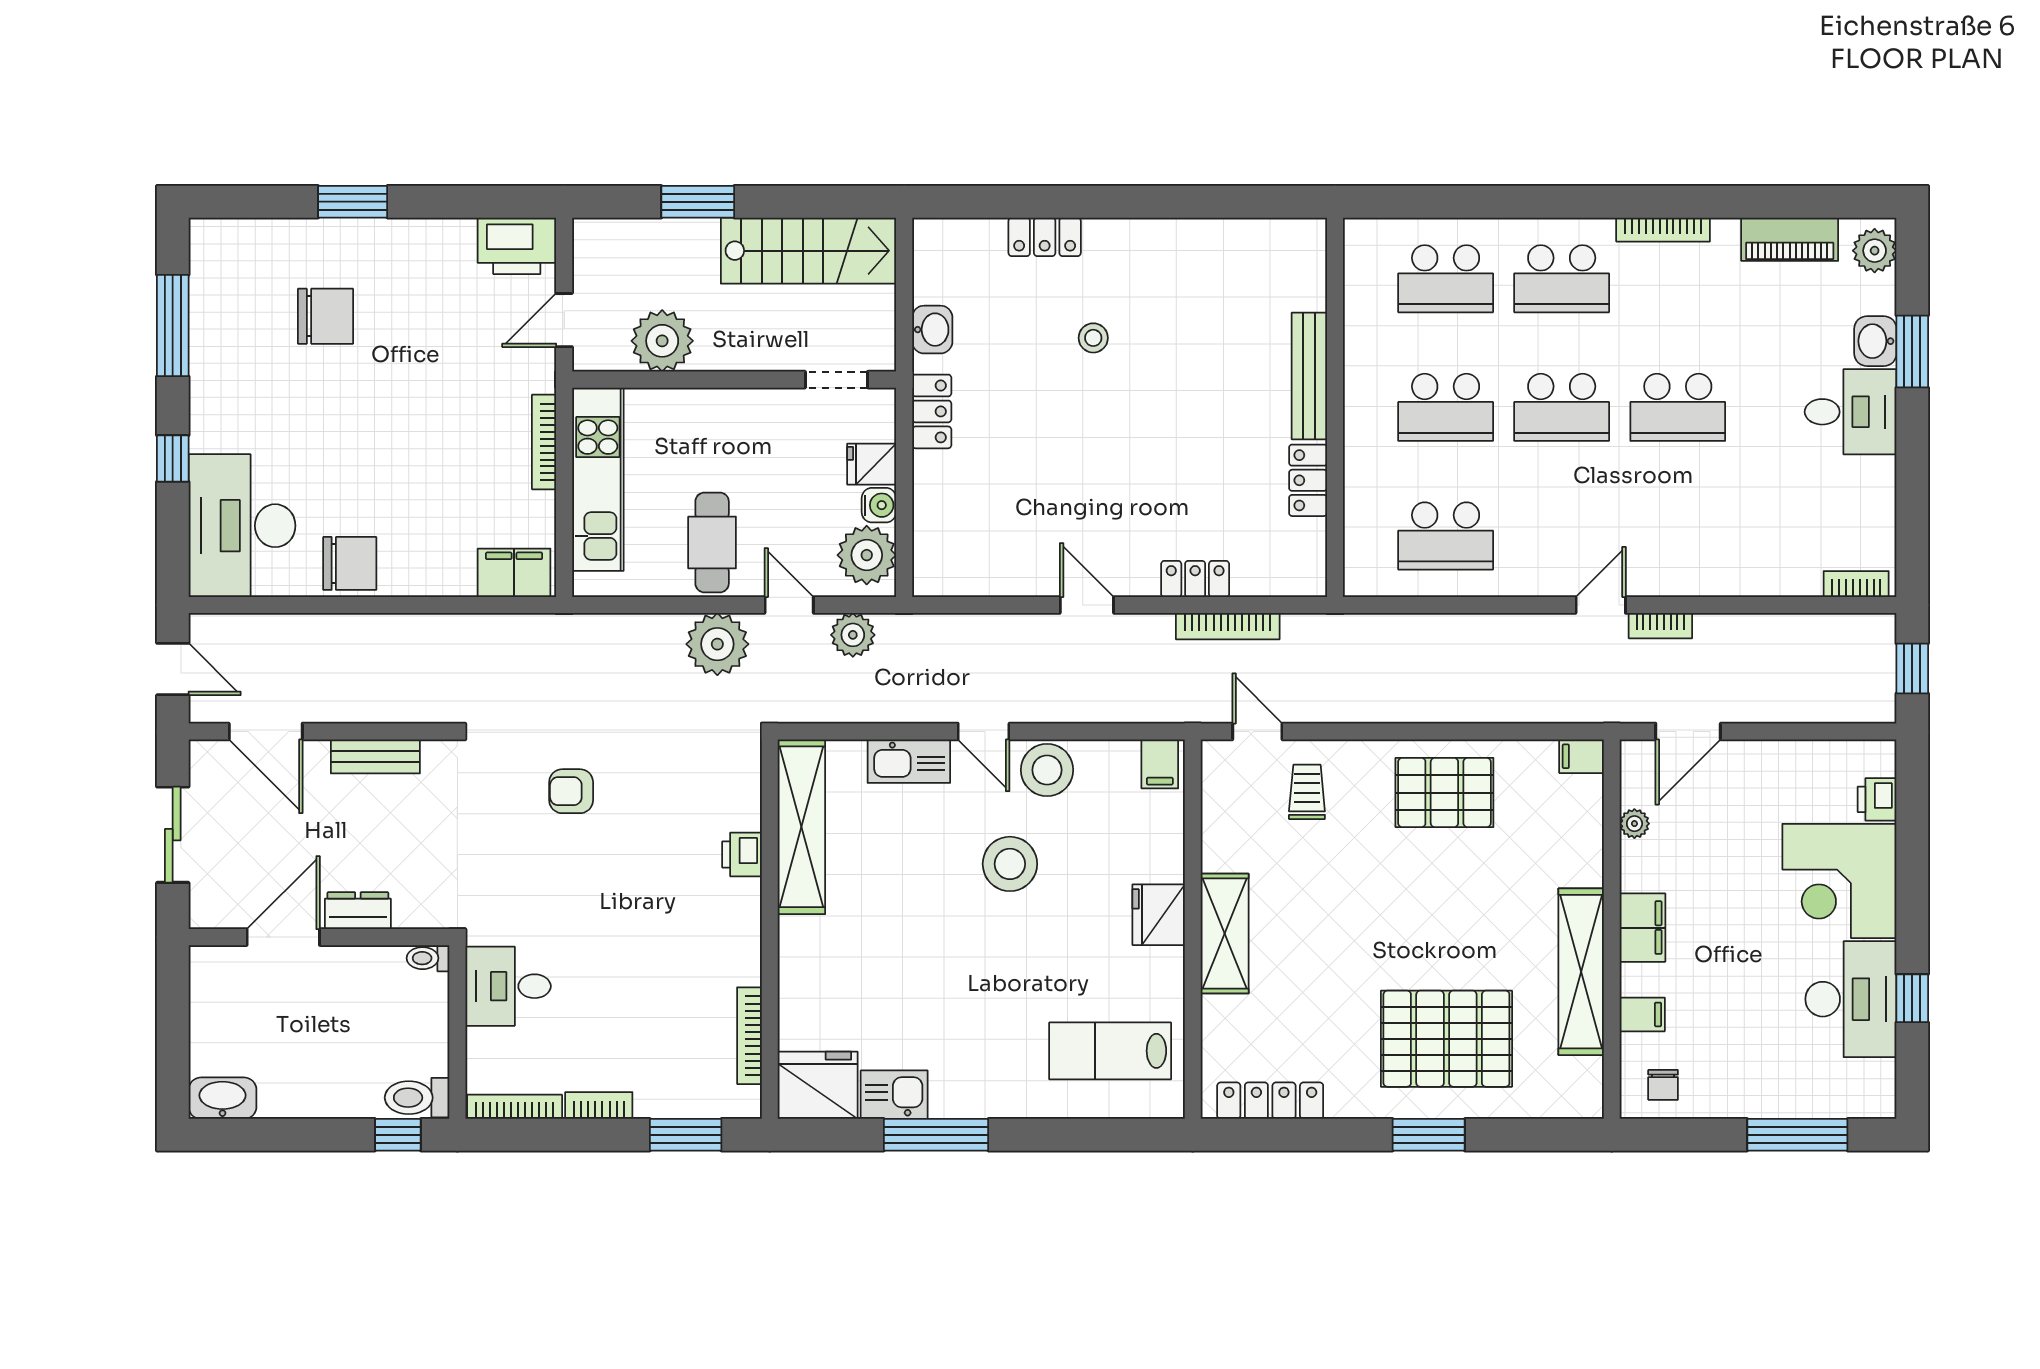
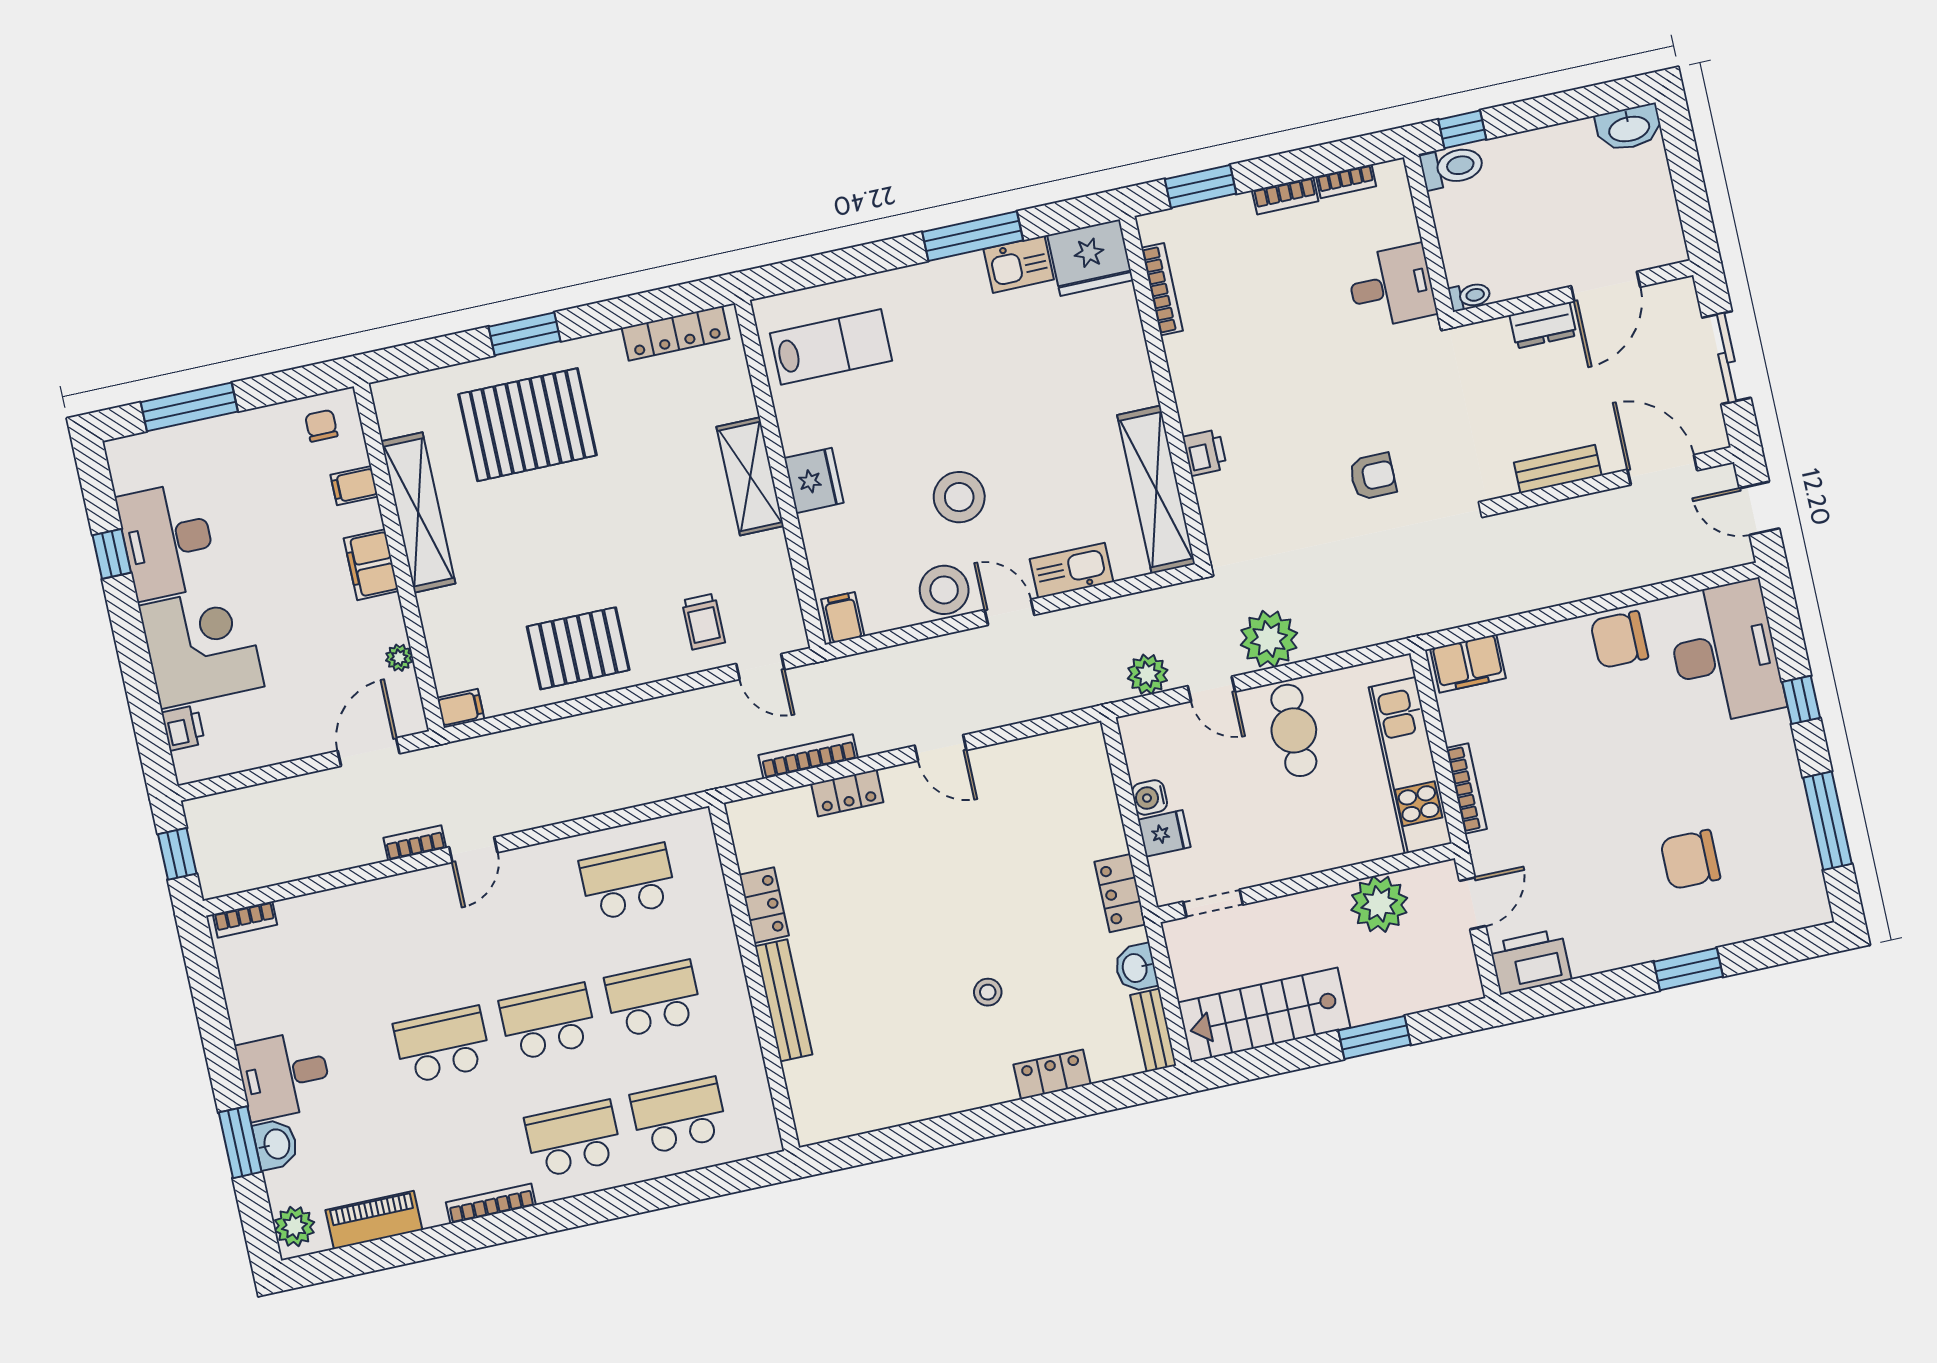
bench: (928, 260) -> (1153, 1030), added
plant: (867, 555) -> (1151, 750), removed
bookcase: (515, 1107) -> (1346, 181), width x0.64

